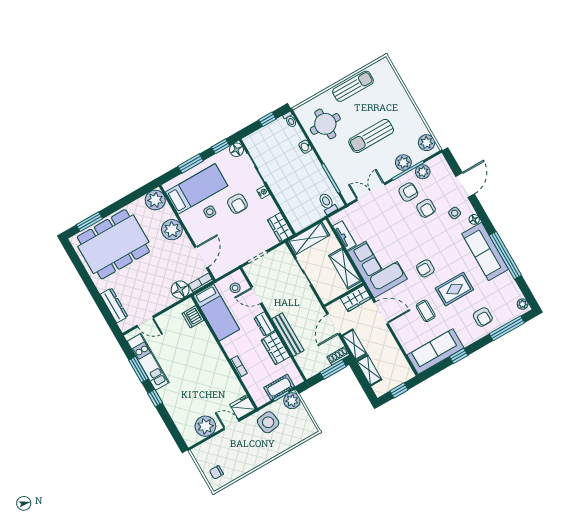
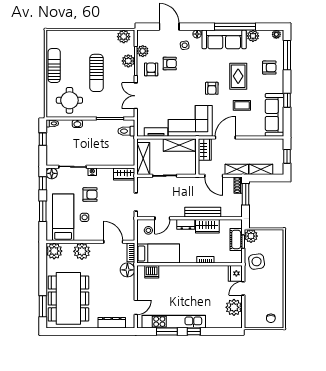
plant: (507, 280) -> (253, 36), added
kitchen unit: (148, 362) -> (174, 322), width x1.36

